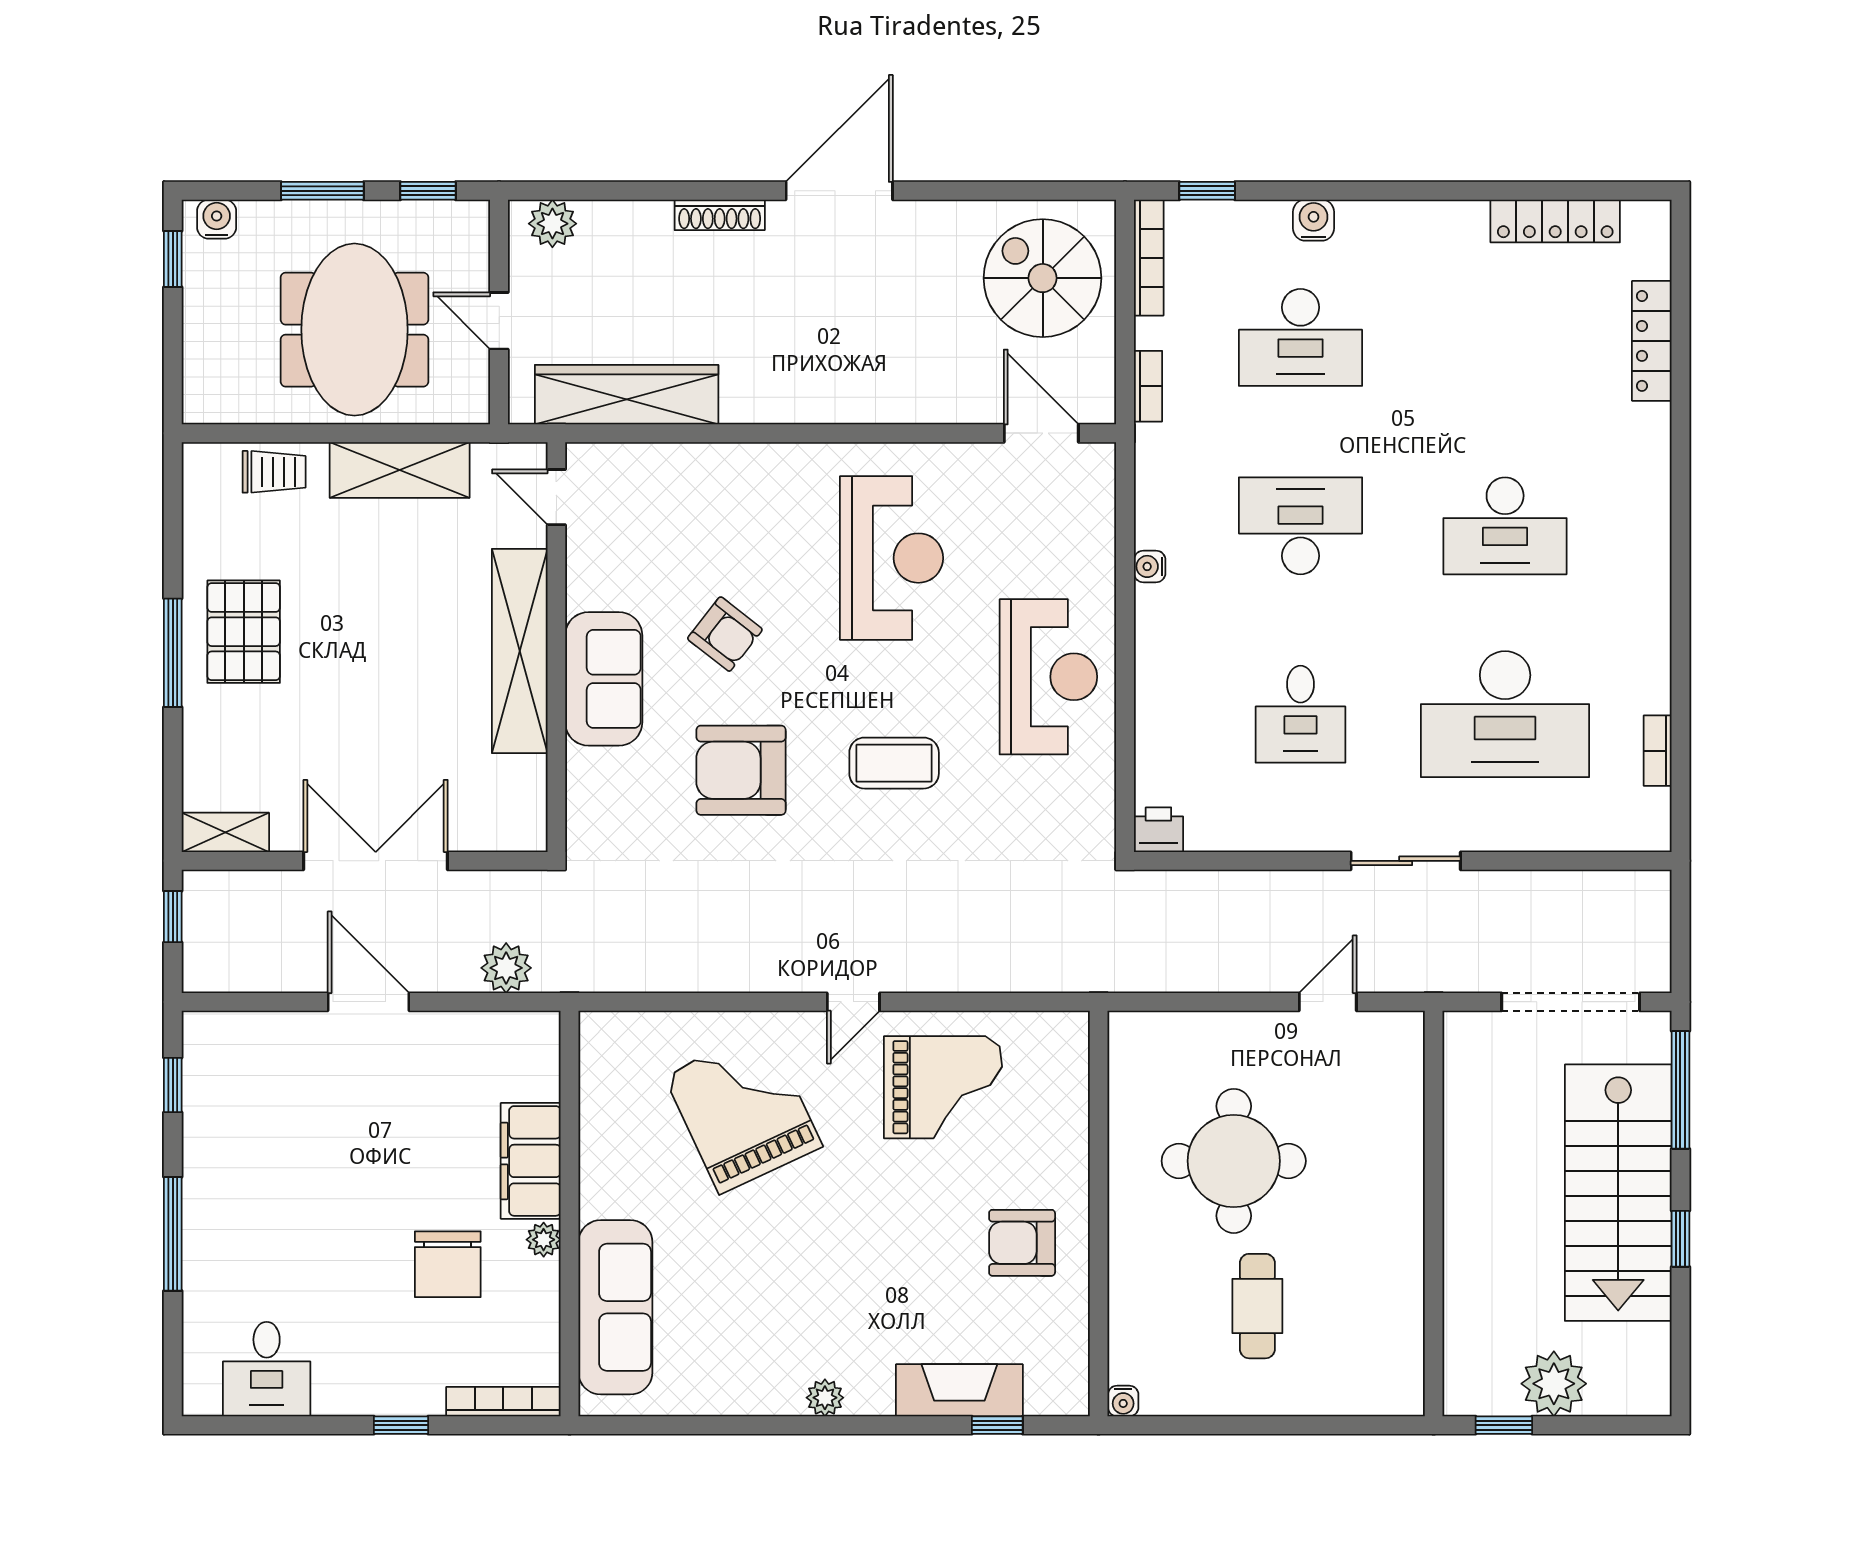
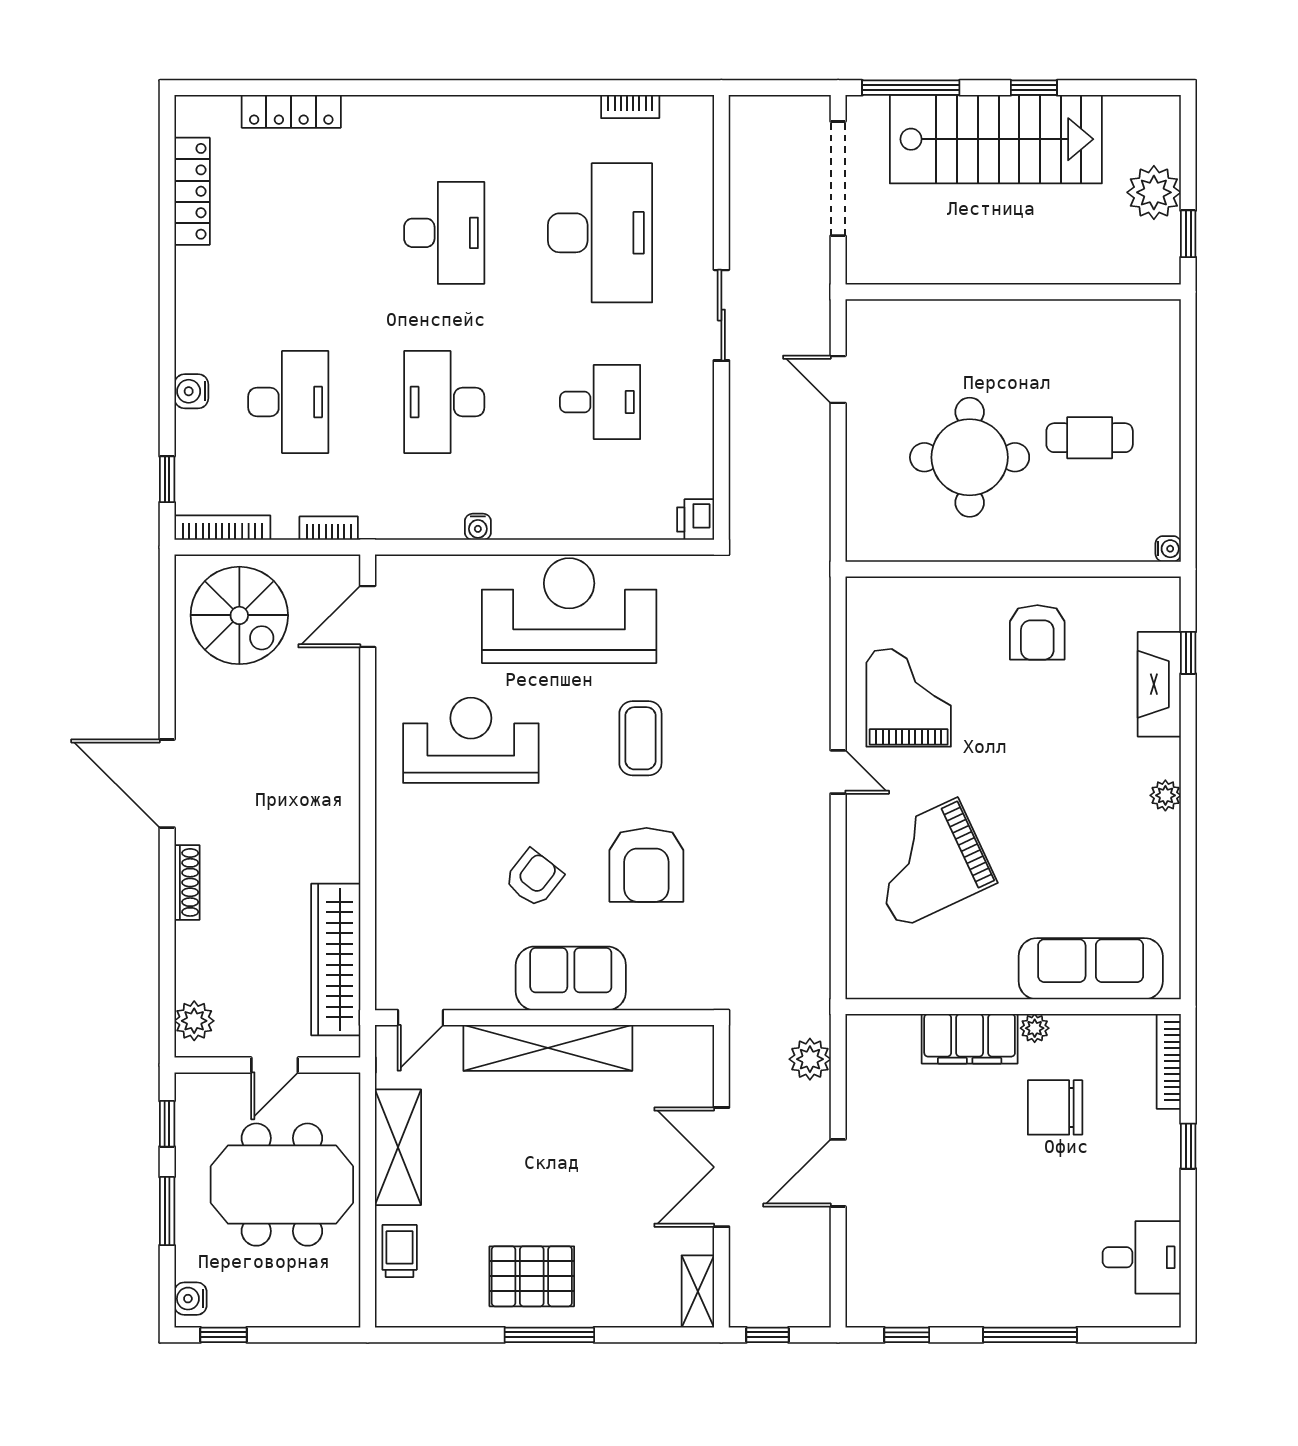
spiral stairs: (1043, 278) -> (239, 615), turned -90
reception desk: (1048, 677) -> (569, 611), width x1.36, depth x1.30
chair: (448, 1264) -> (1055, 1107), turned 180

